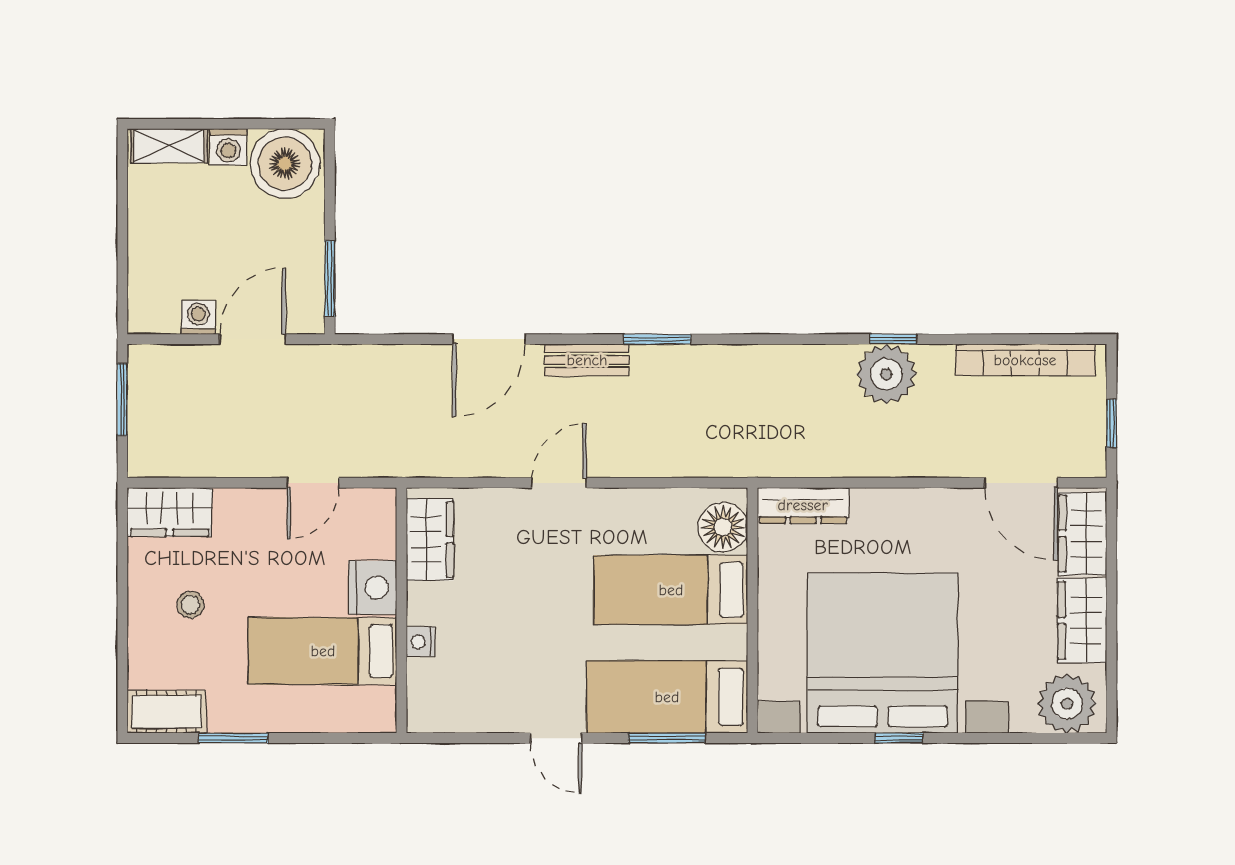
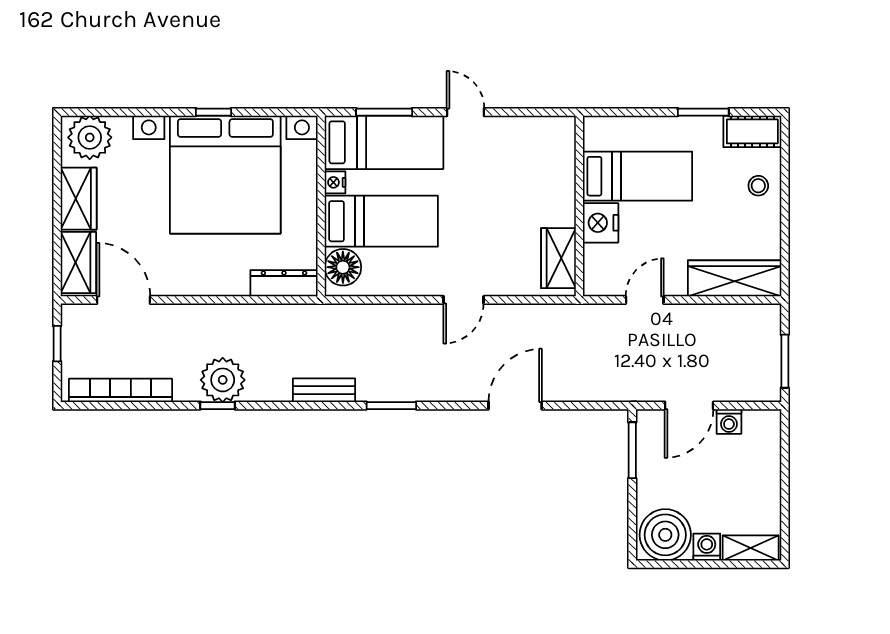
bench: (587, 360) -> (324, 390), moved
wardrobe: (169, 512) -> (735, 278), width x1.50
stool: (190, 605) -> (758, 186), moved
nightstand: (420, 642) -> (335, 182), moved, turned 180

